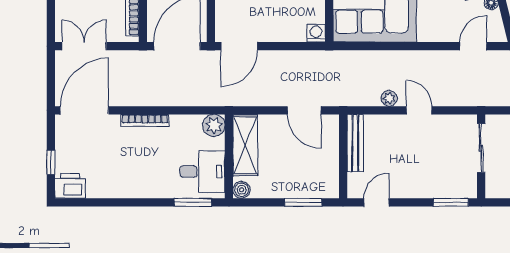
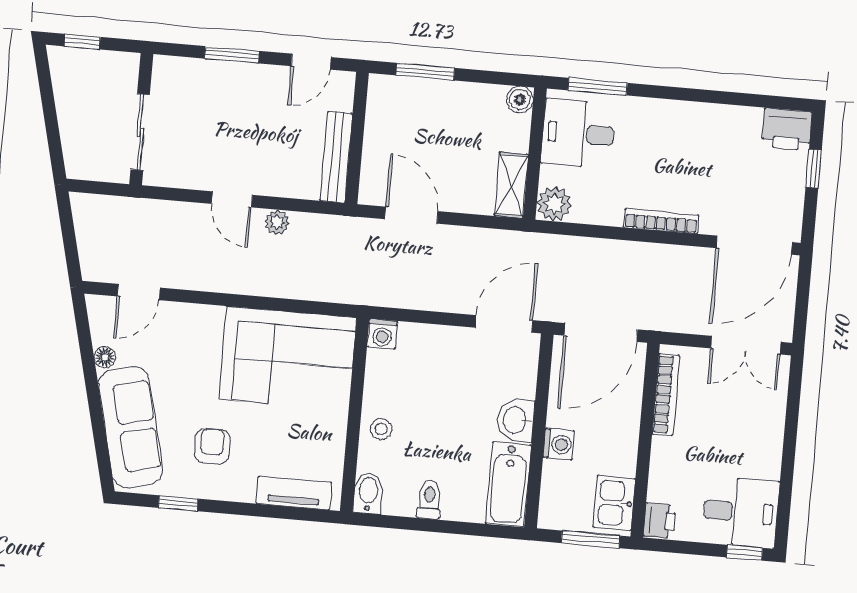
shelving: (245, 145) -> (511, 185), width x0.67, depth x0.75
window: (451, 202) -> (232, 55), moved

